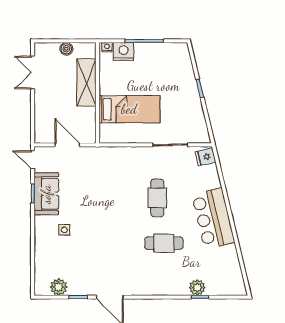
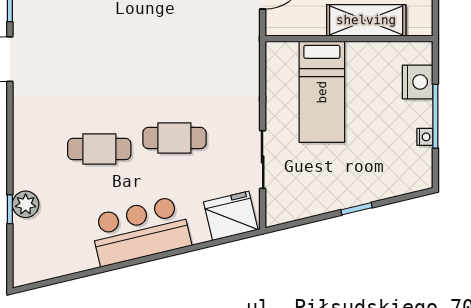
nightstand: (107, 47) -> (425, 137), moved
fridge: (206, 157) -> (231, 216), width x1.88, depth x1.34
cafe table: (164, 243) -> (99, 149), turned 90

